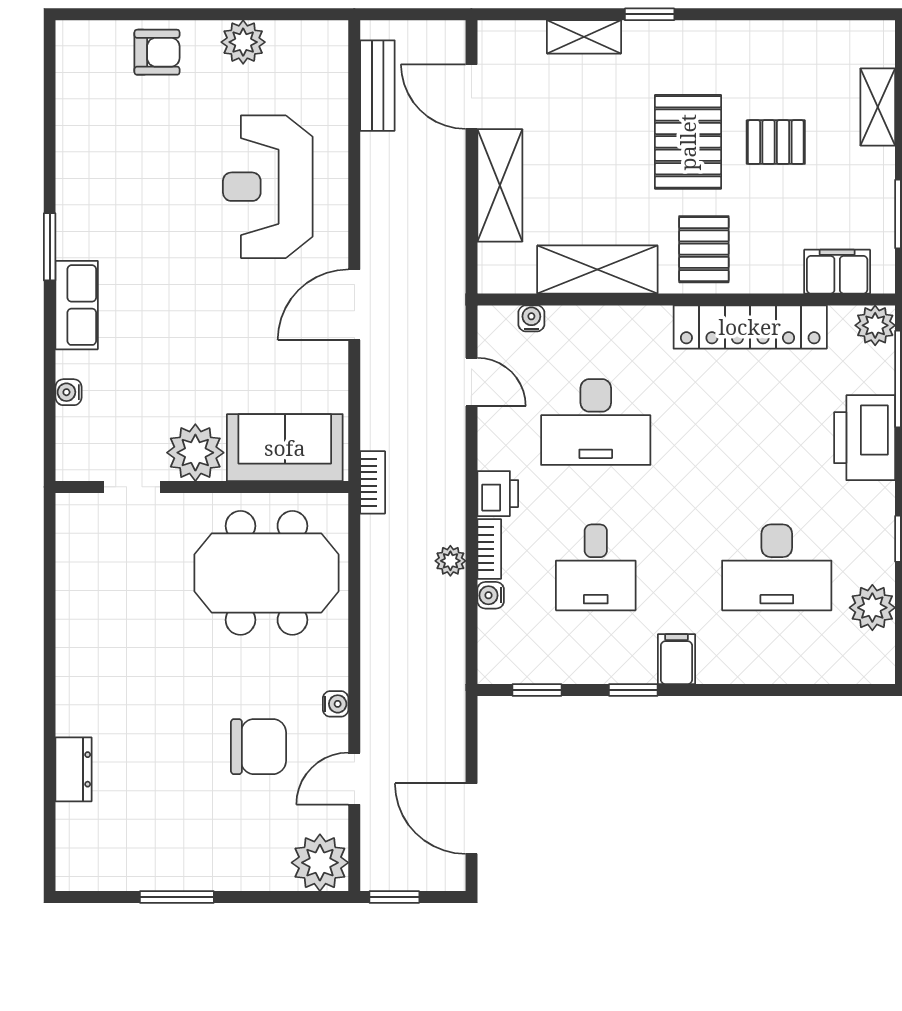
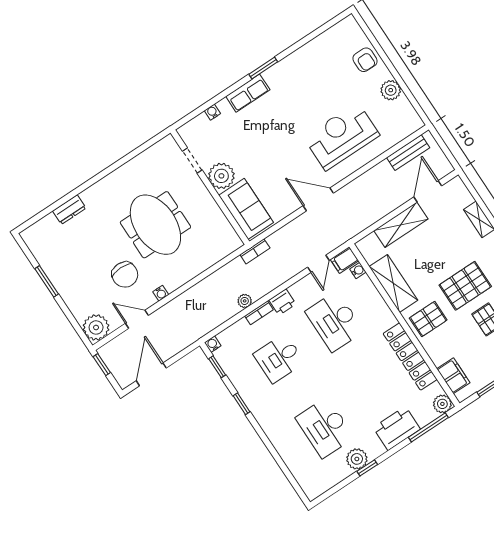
meeting table: (266, 573) -> (155, 225), moved
water cooler: (491, 595) -> (213, 344), moved
plant: (872, 608) -> (357, 459), moved
filing cabinet: (676, 659) -> (345, 260), moved, turned 180

